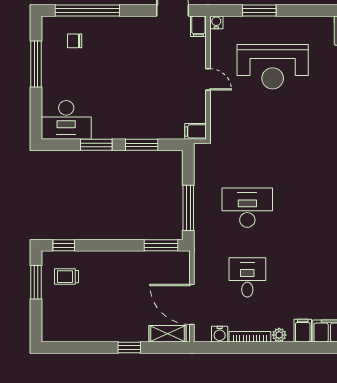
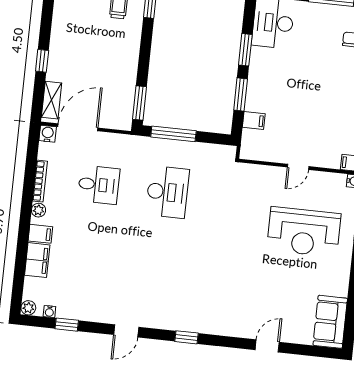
reception desk: (273, 67) -> (304, 232), turned -90
filing cabinet: (196, 131) -> (254, 120), moved, turned 90
water cooler: (220, 334) -> (48, 134), moved, turned 90

